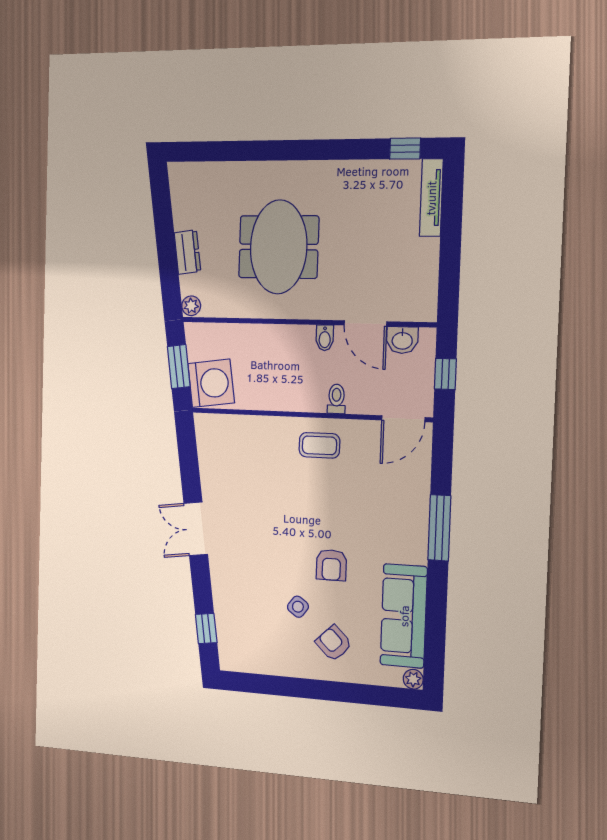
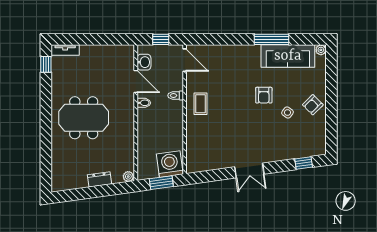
tv unit: (431, 198) -> (65, 50), width x0.71
meeting table: (279, 247) -> (84, 118), moved
door: (365, 323) -> (136, 82), hinge flipped
window: (439, 528) -> (271, 39), moved
armchair: (331, 565) -> (264, 95), turned 90
armchair: (334, 643) -> (313, 105), moved

